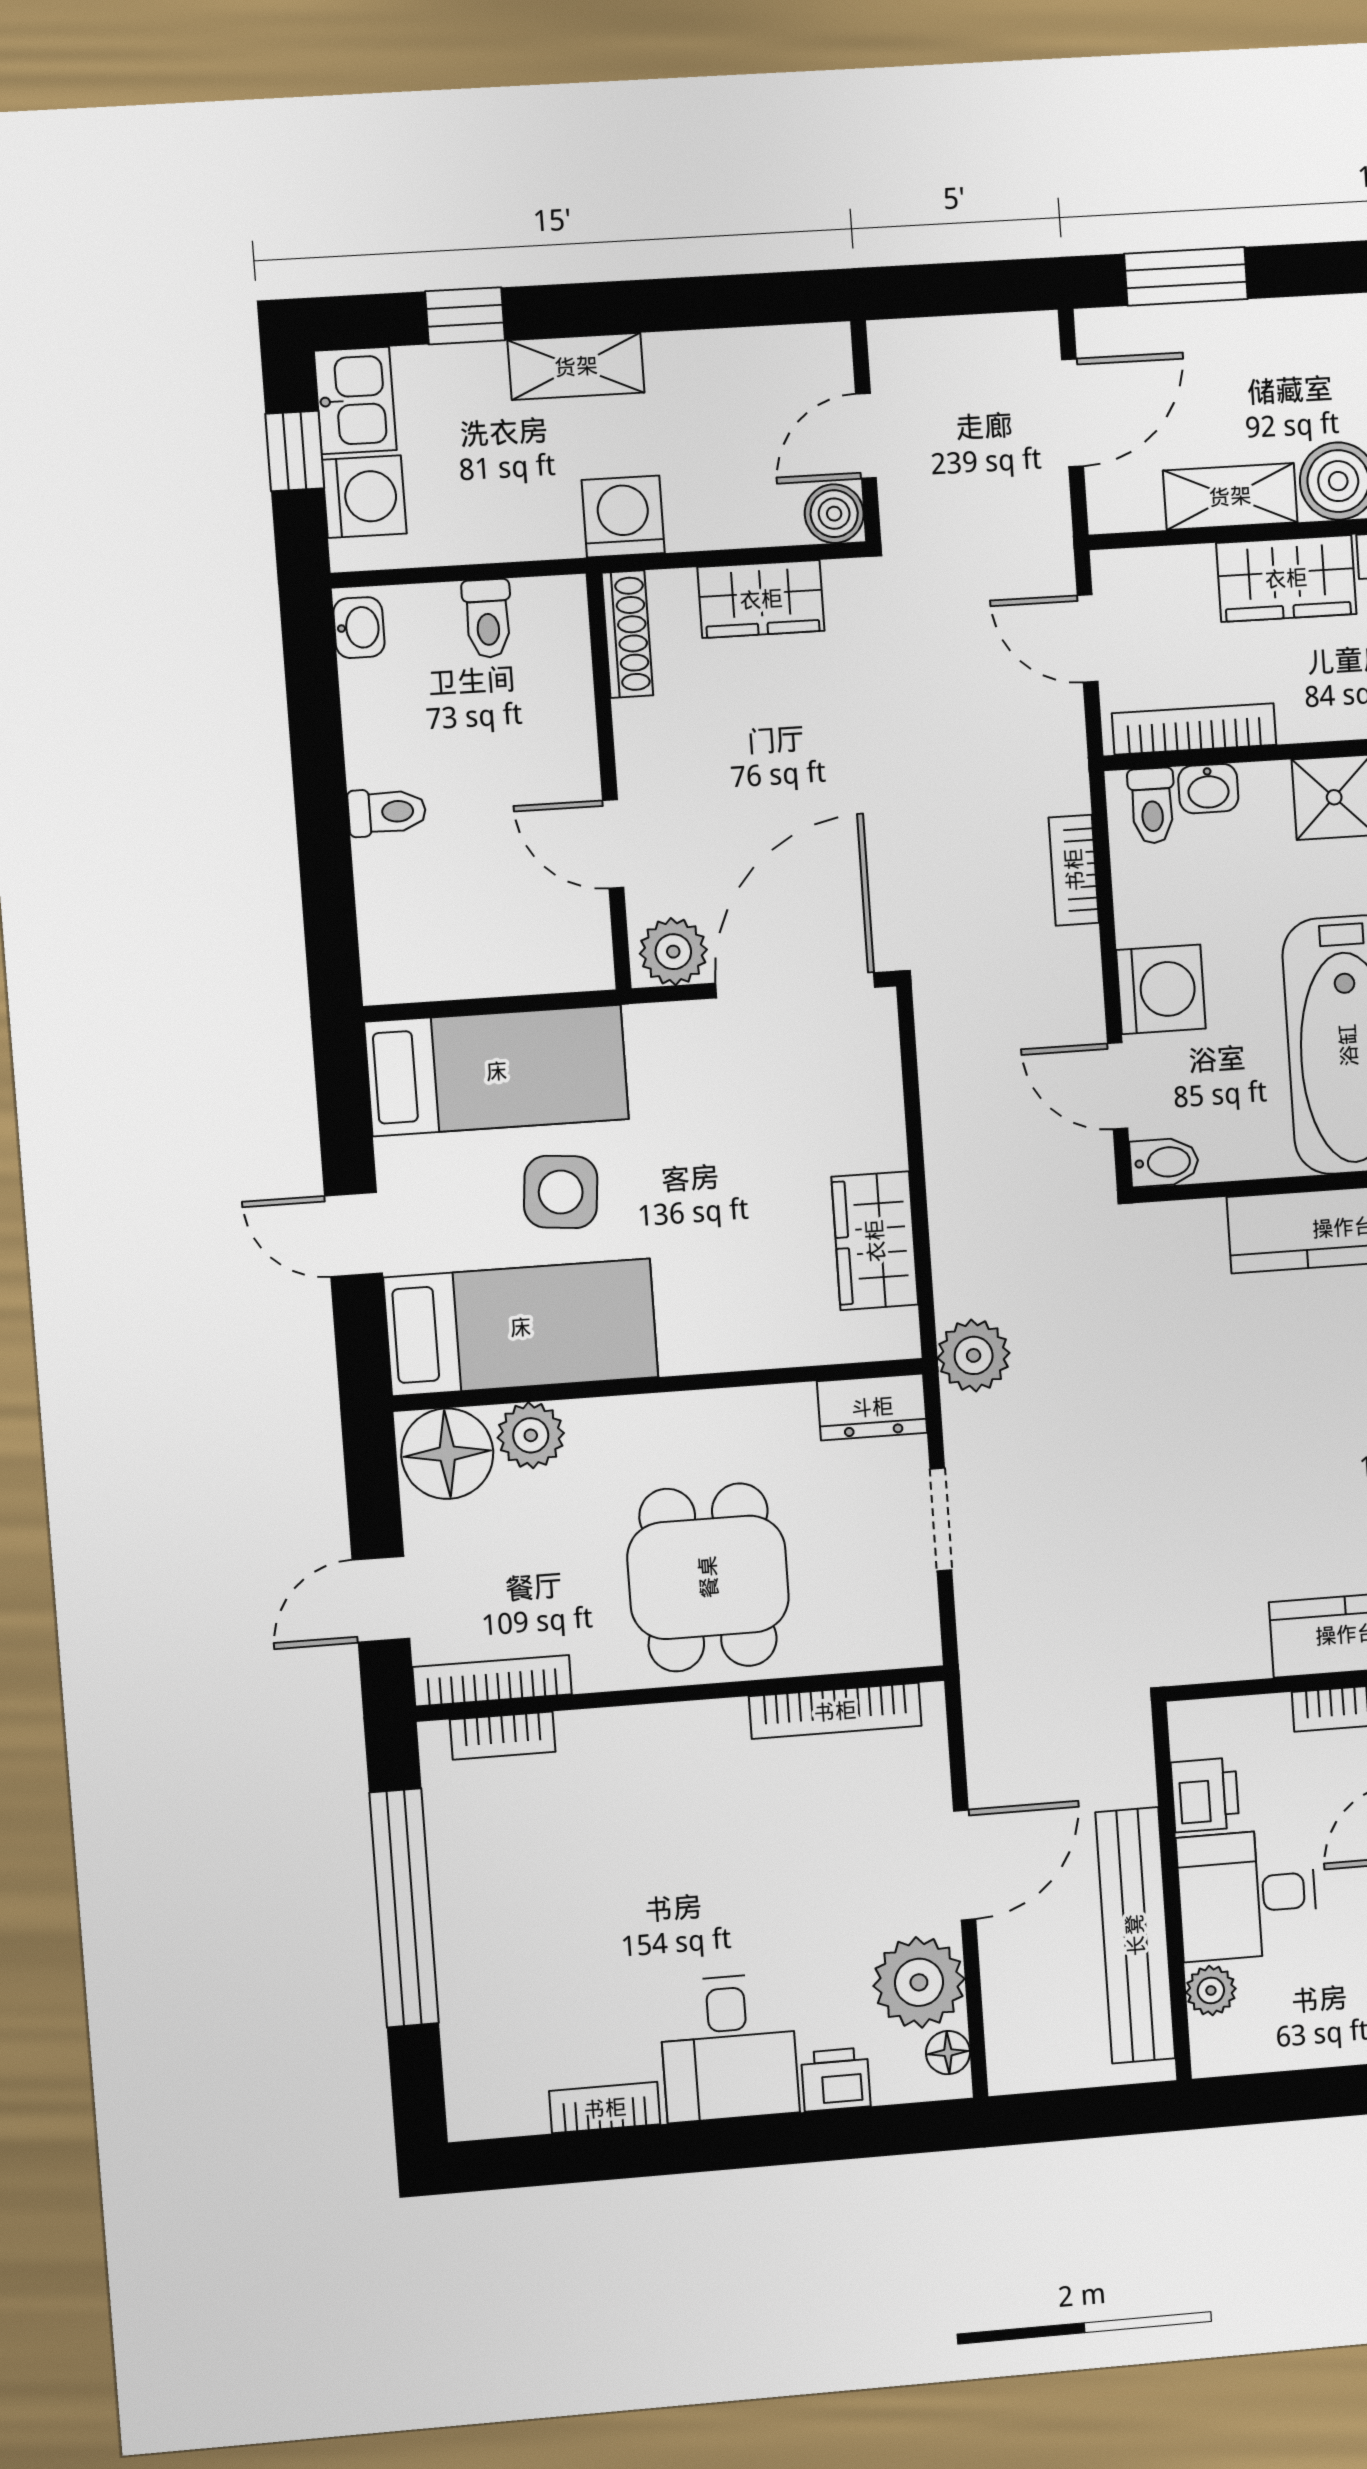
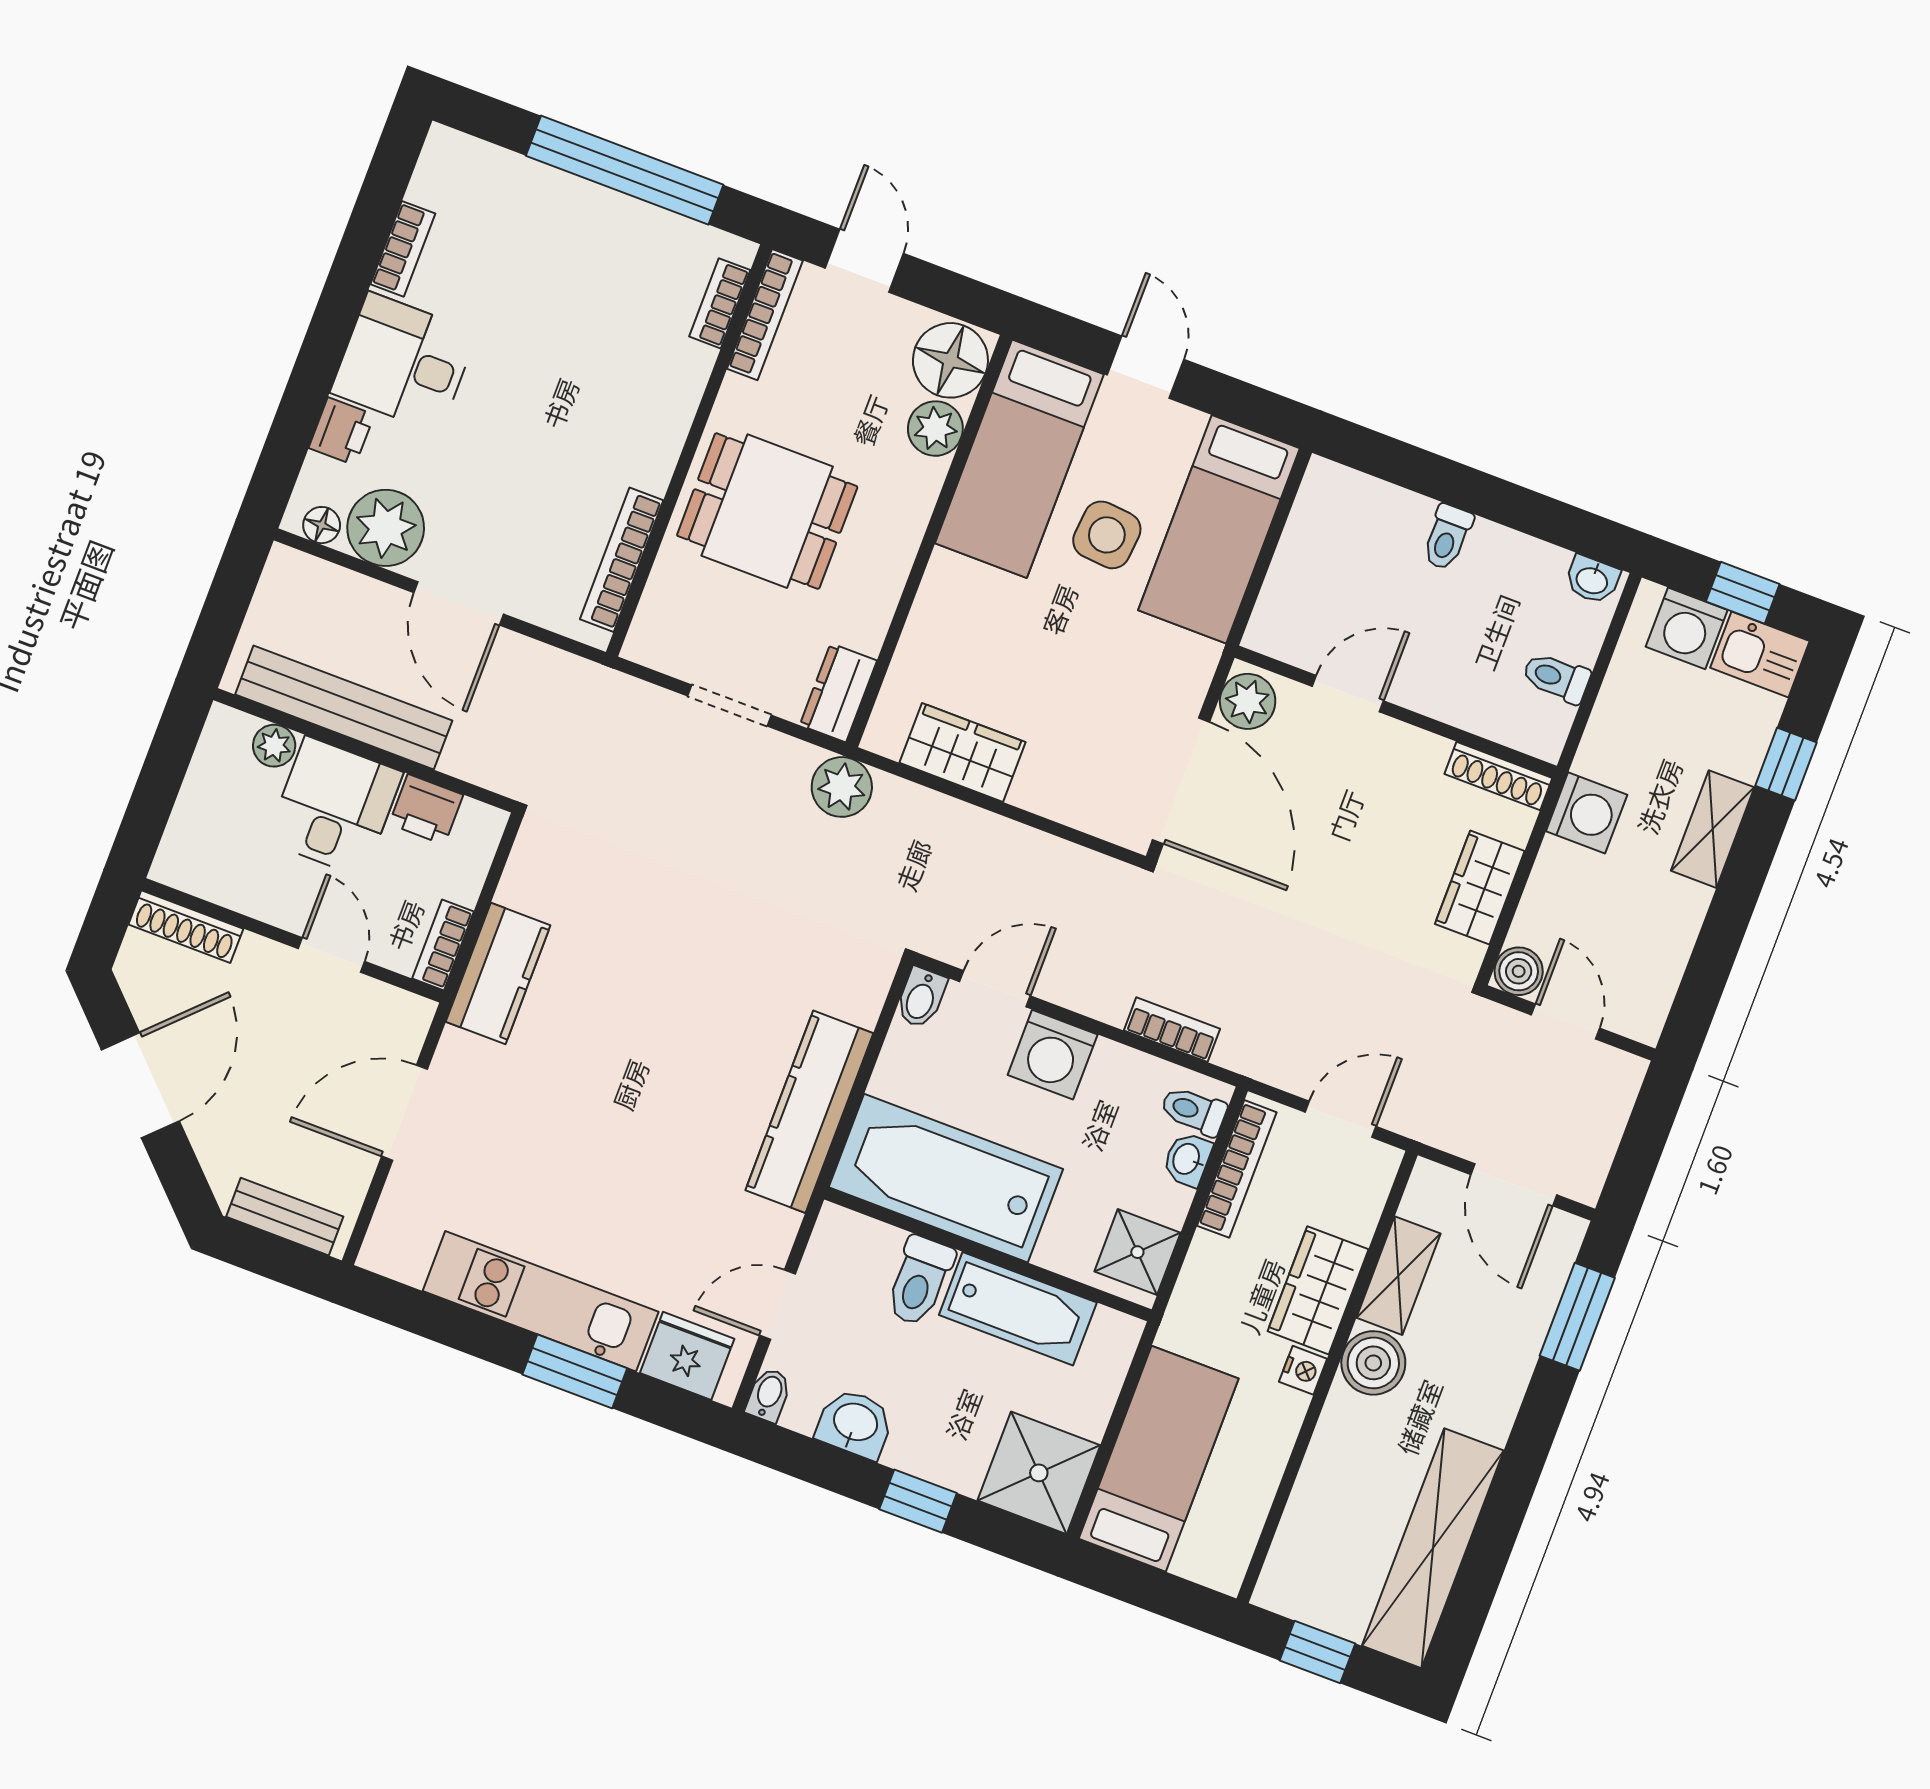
door: (354, 1235) -> (1146, 367), hinge flipped

